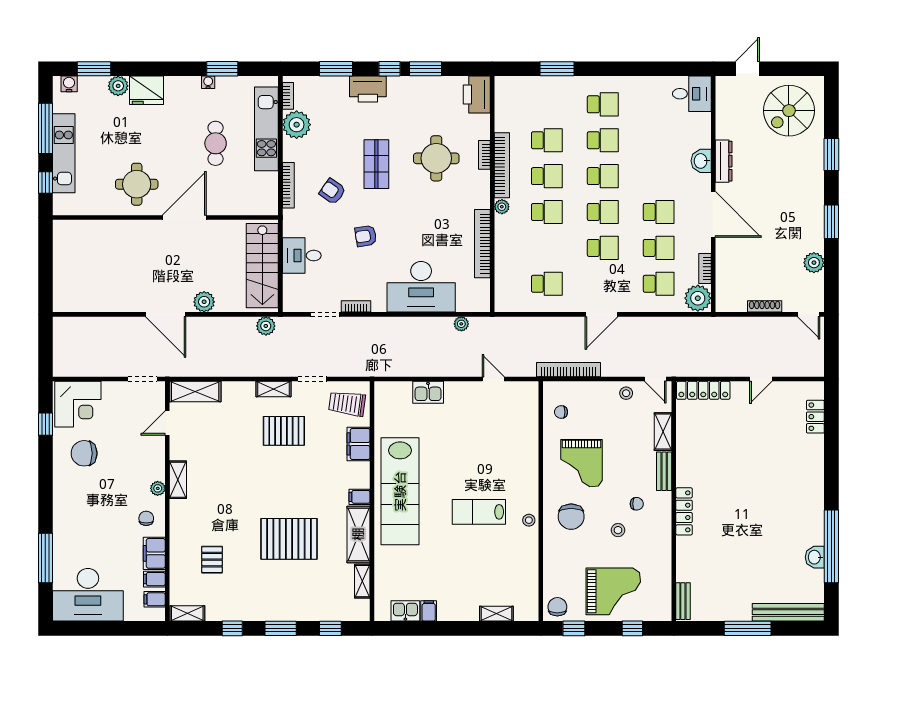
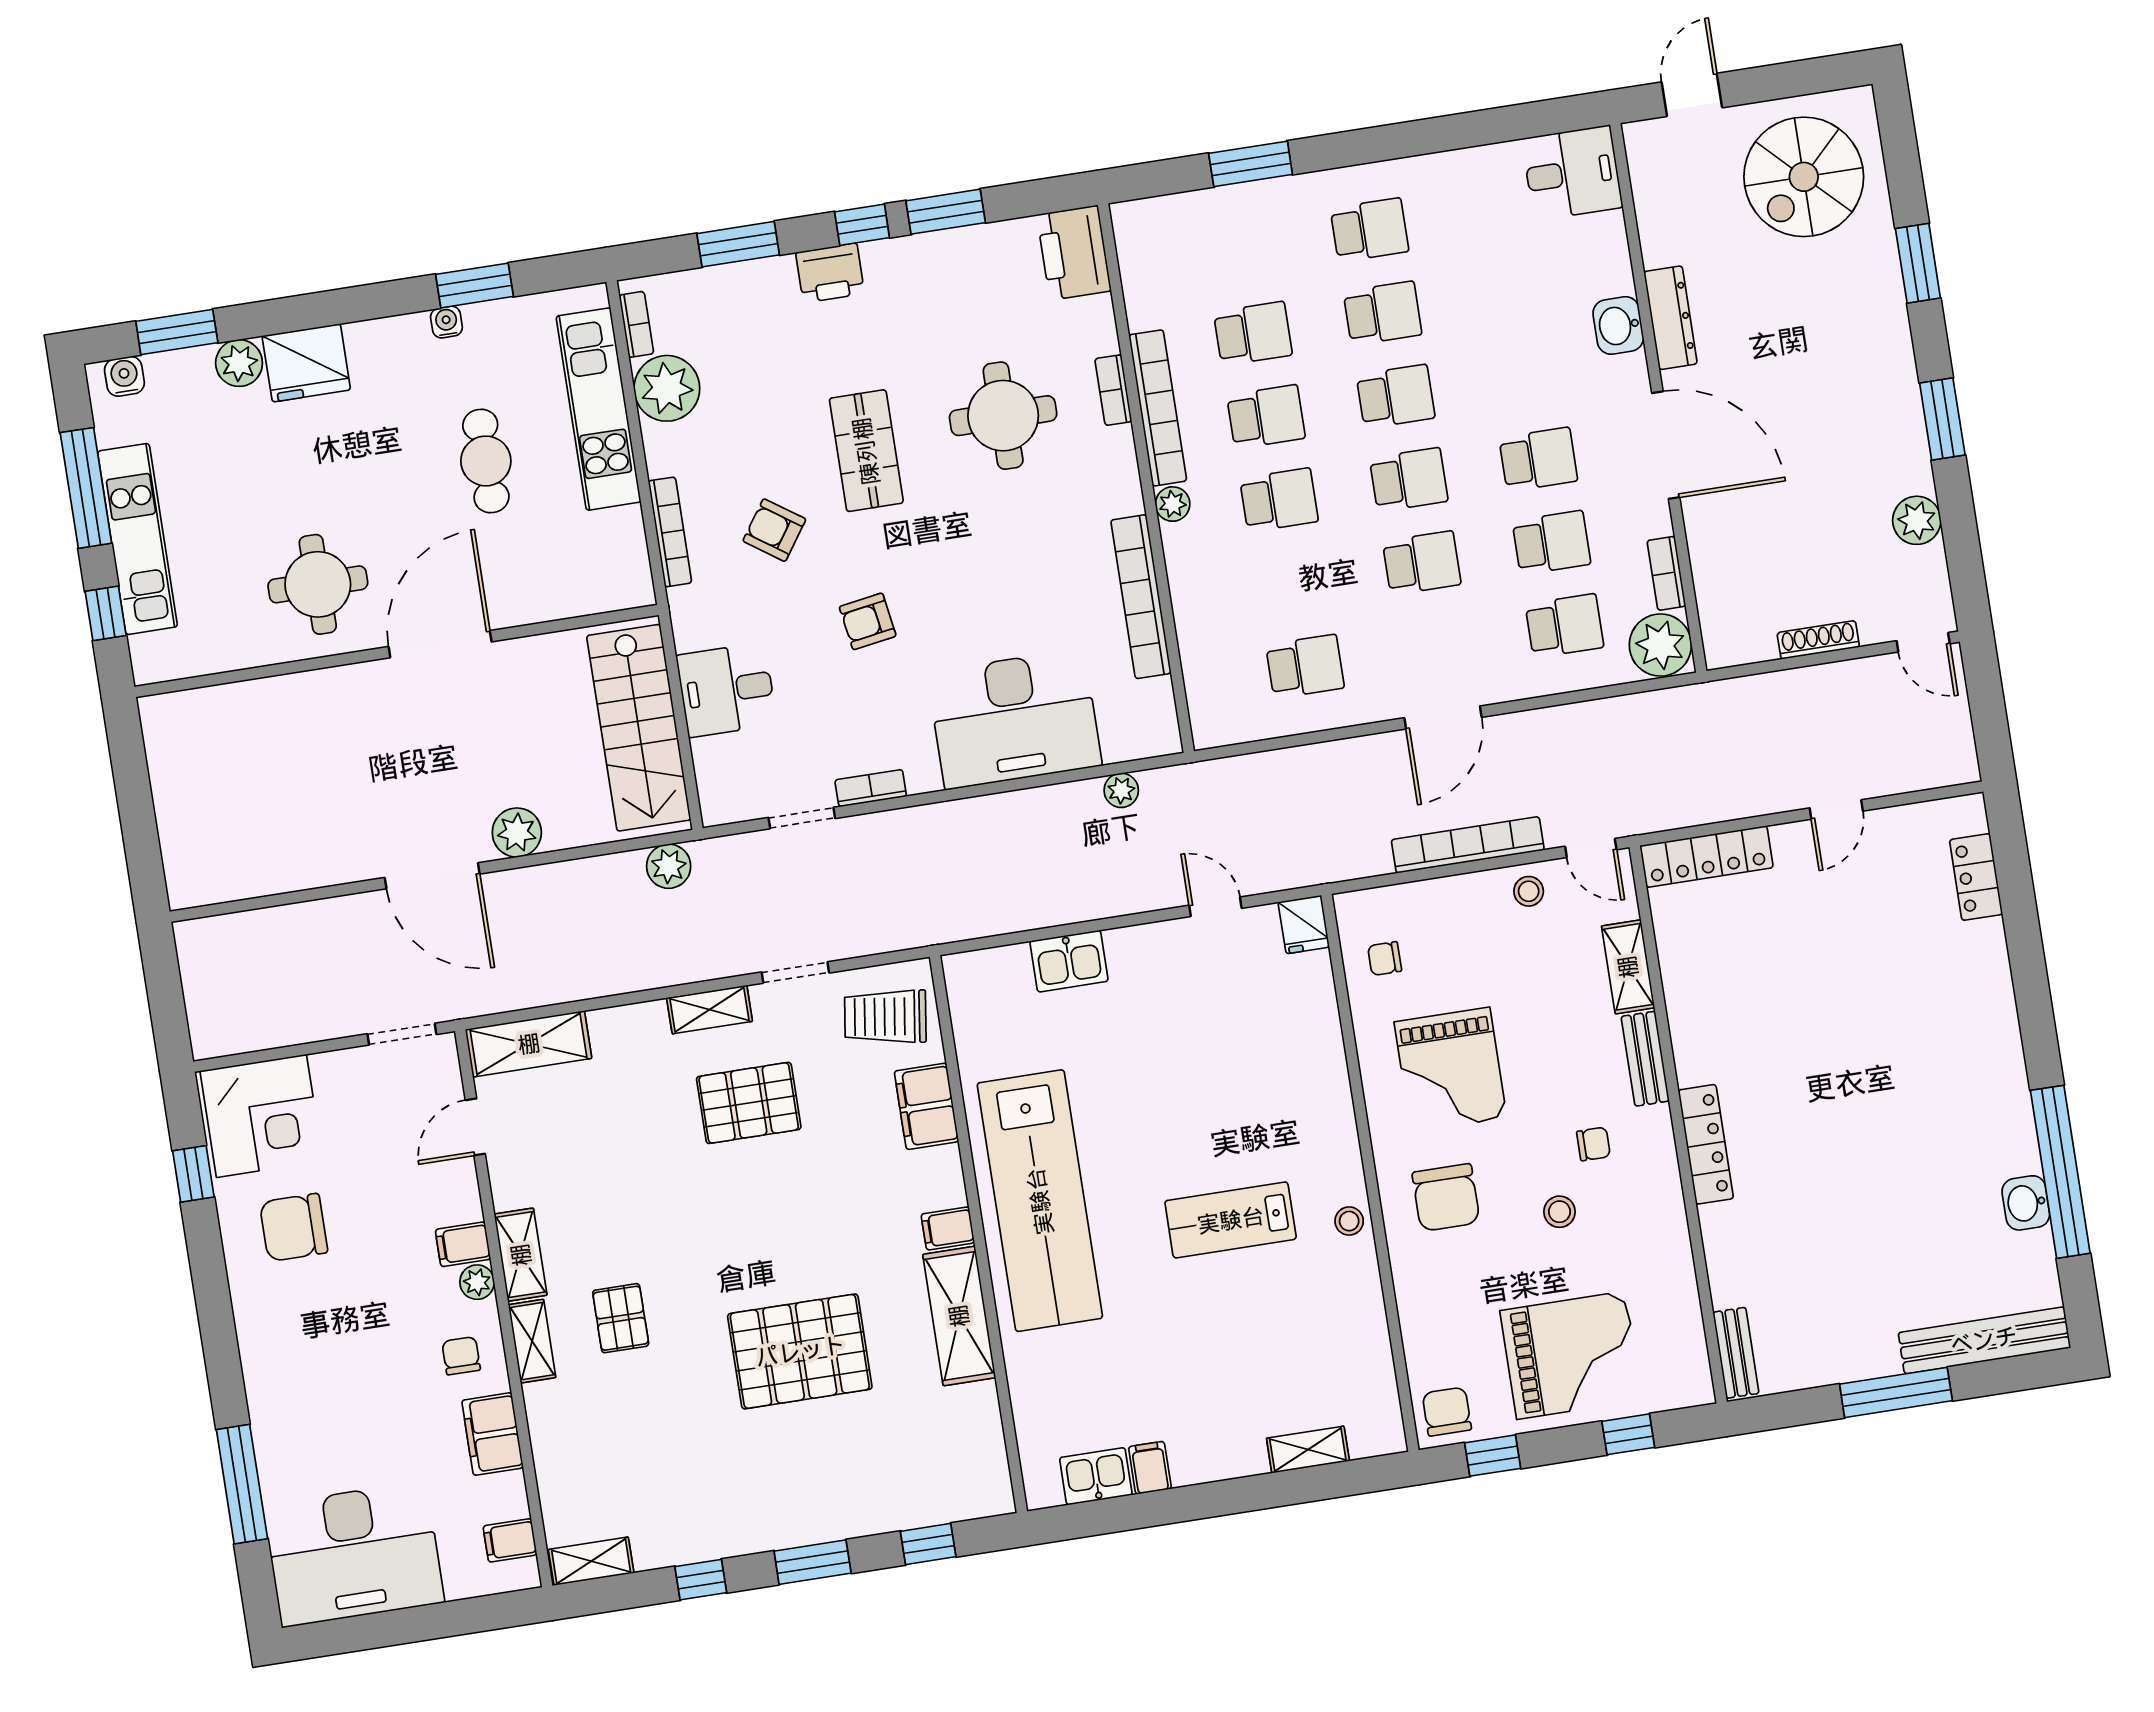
printer: (368, 89) -> (830, 273), width x0.73, depth x0.84
bookcase: (568, 370) -> (1468, 845), moved
fridge: (529, 392) -> (1304, 925), added
pallet: (212, 560) -> (621, 1318), moved
filing cabinet: (154, 579) -> (463, 1244), moved
shelving: (362, 581) -> (532, 1341), moved

